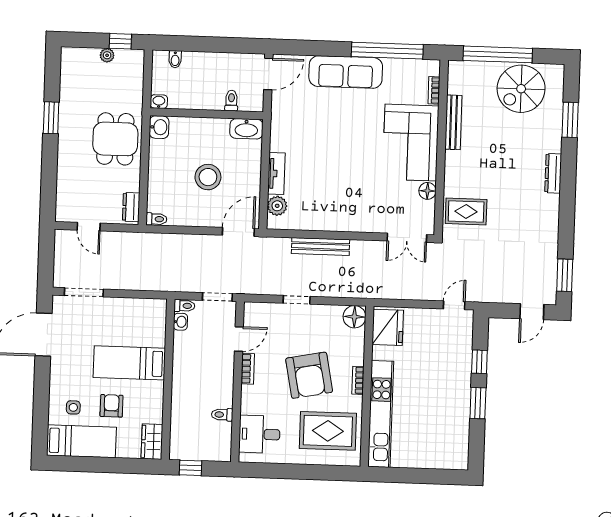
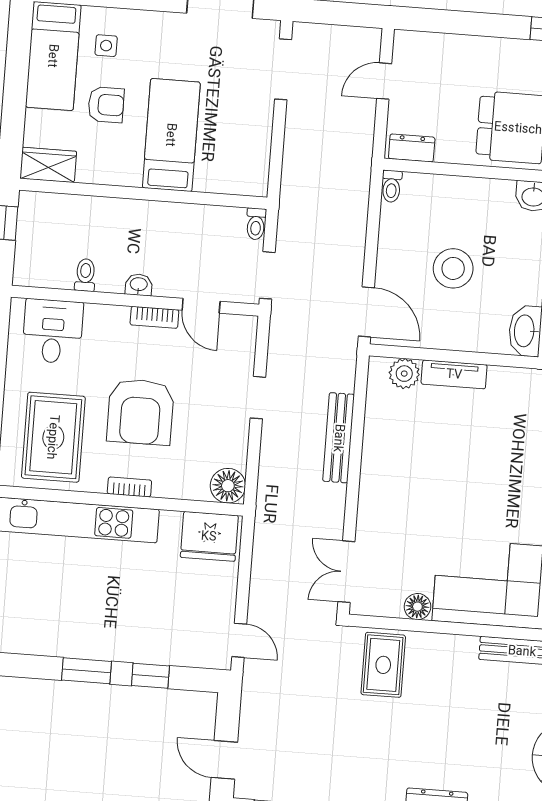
washbasin: (181, 322) -> (139, 285), moved, turned 180
armchair: (309, 375) -> (140, 412), turned -79

